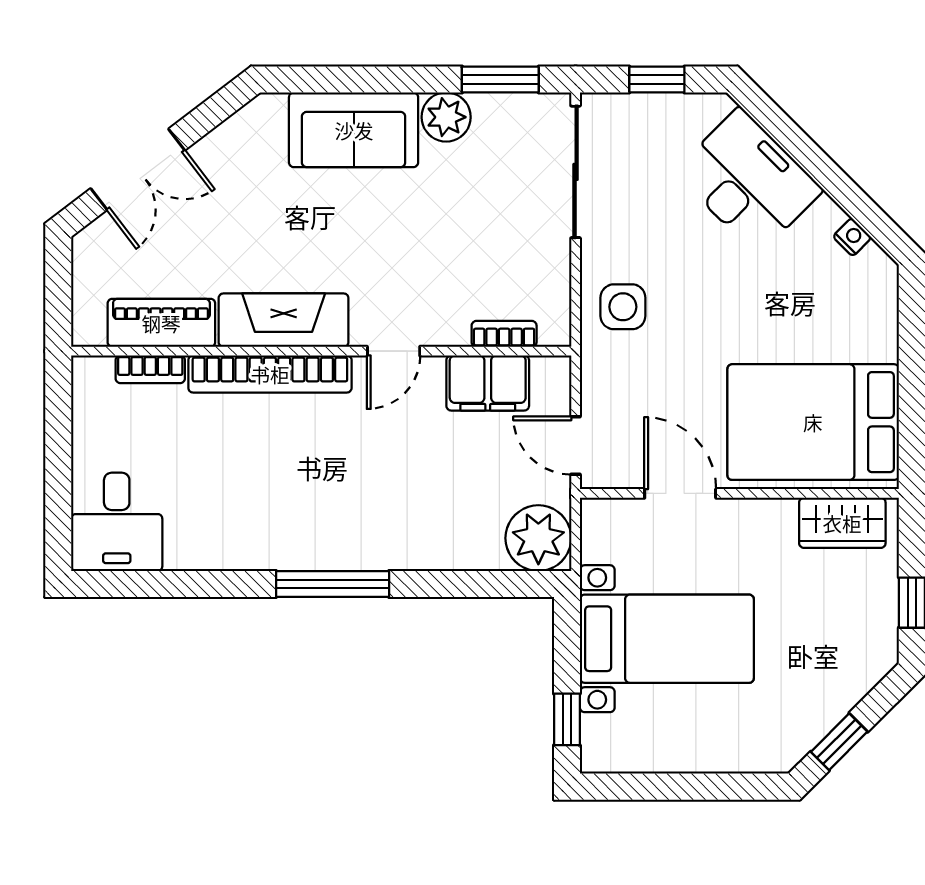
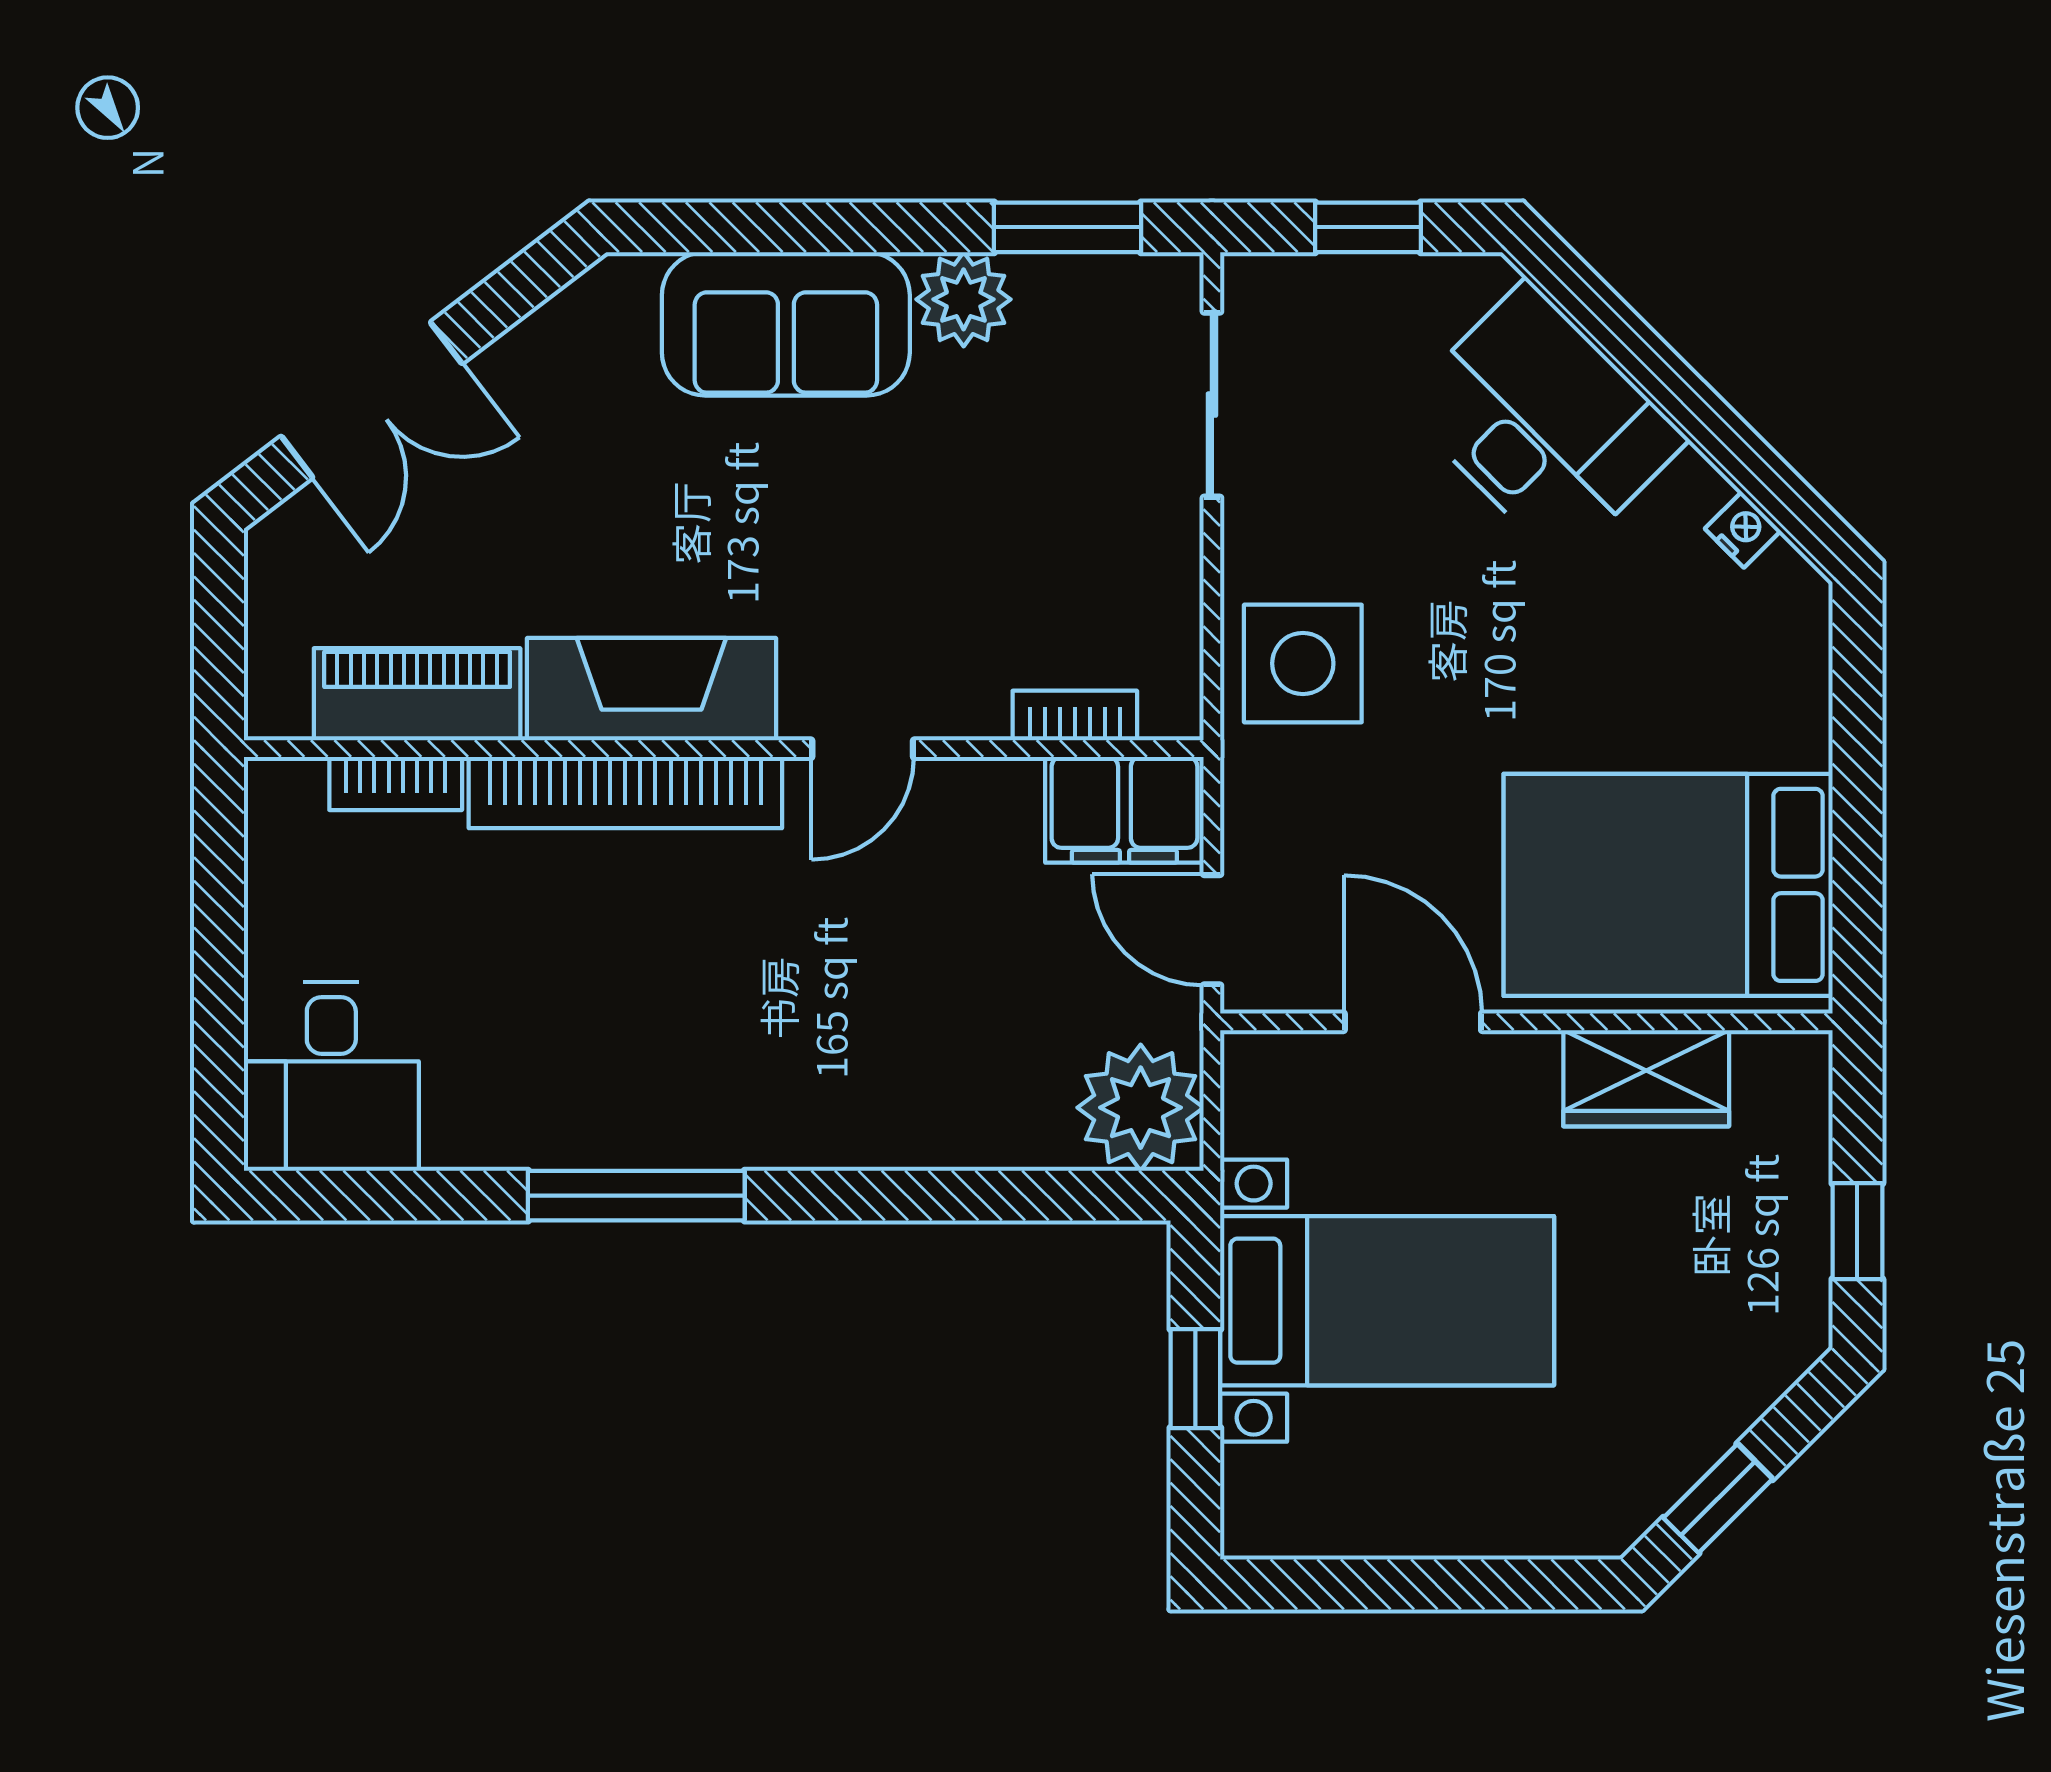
sliding door: (576, 172) -> (1212, 405), width x0.73
side table: (623, 307) -> (1303, 663), width x1.37, depth x1.37
filing cabinet: (488, 383) -> (1124, 810), moved
wardrobe: (842, 523) -> (1646, 1078), moved
window: (333, 584) -> (636, 1196), moved
window: (567, 719) -> (1195, 1379), moved

